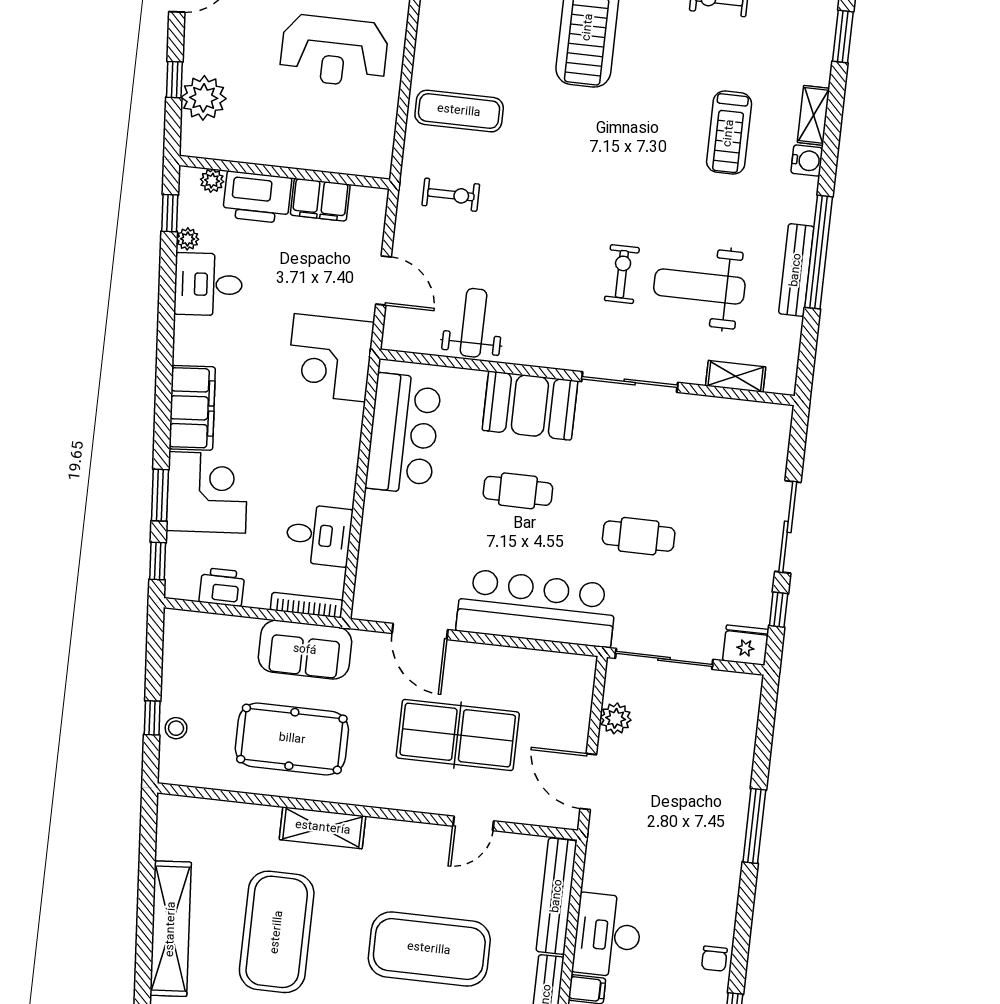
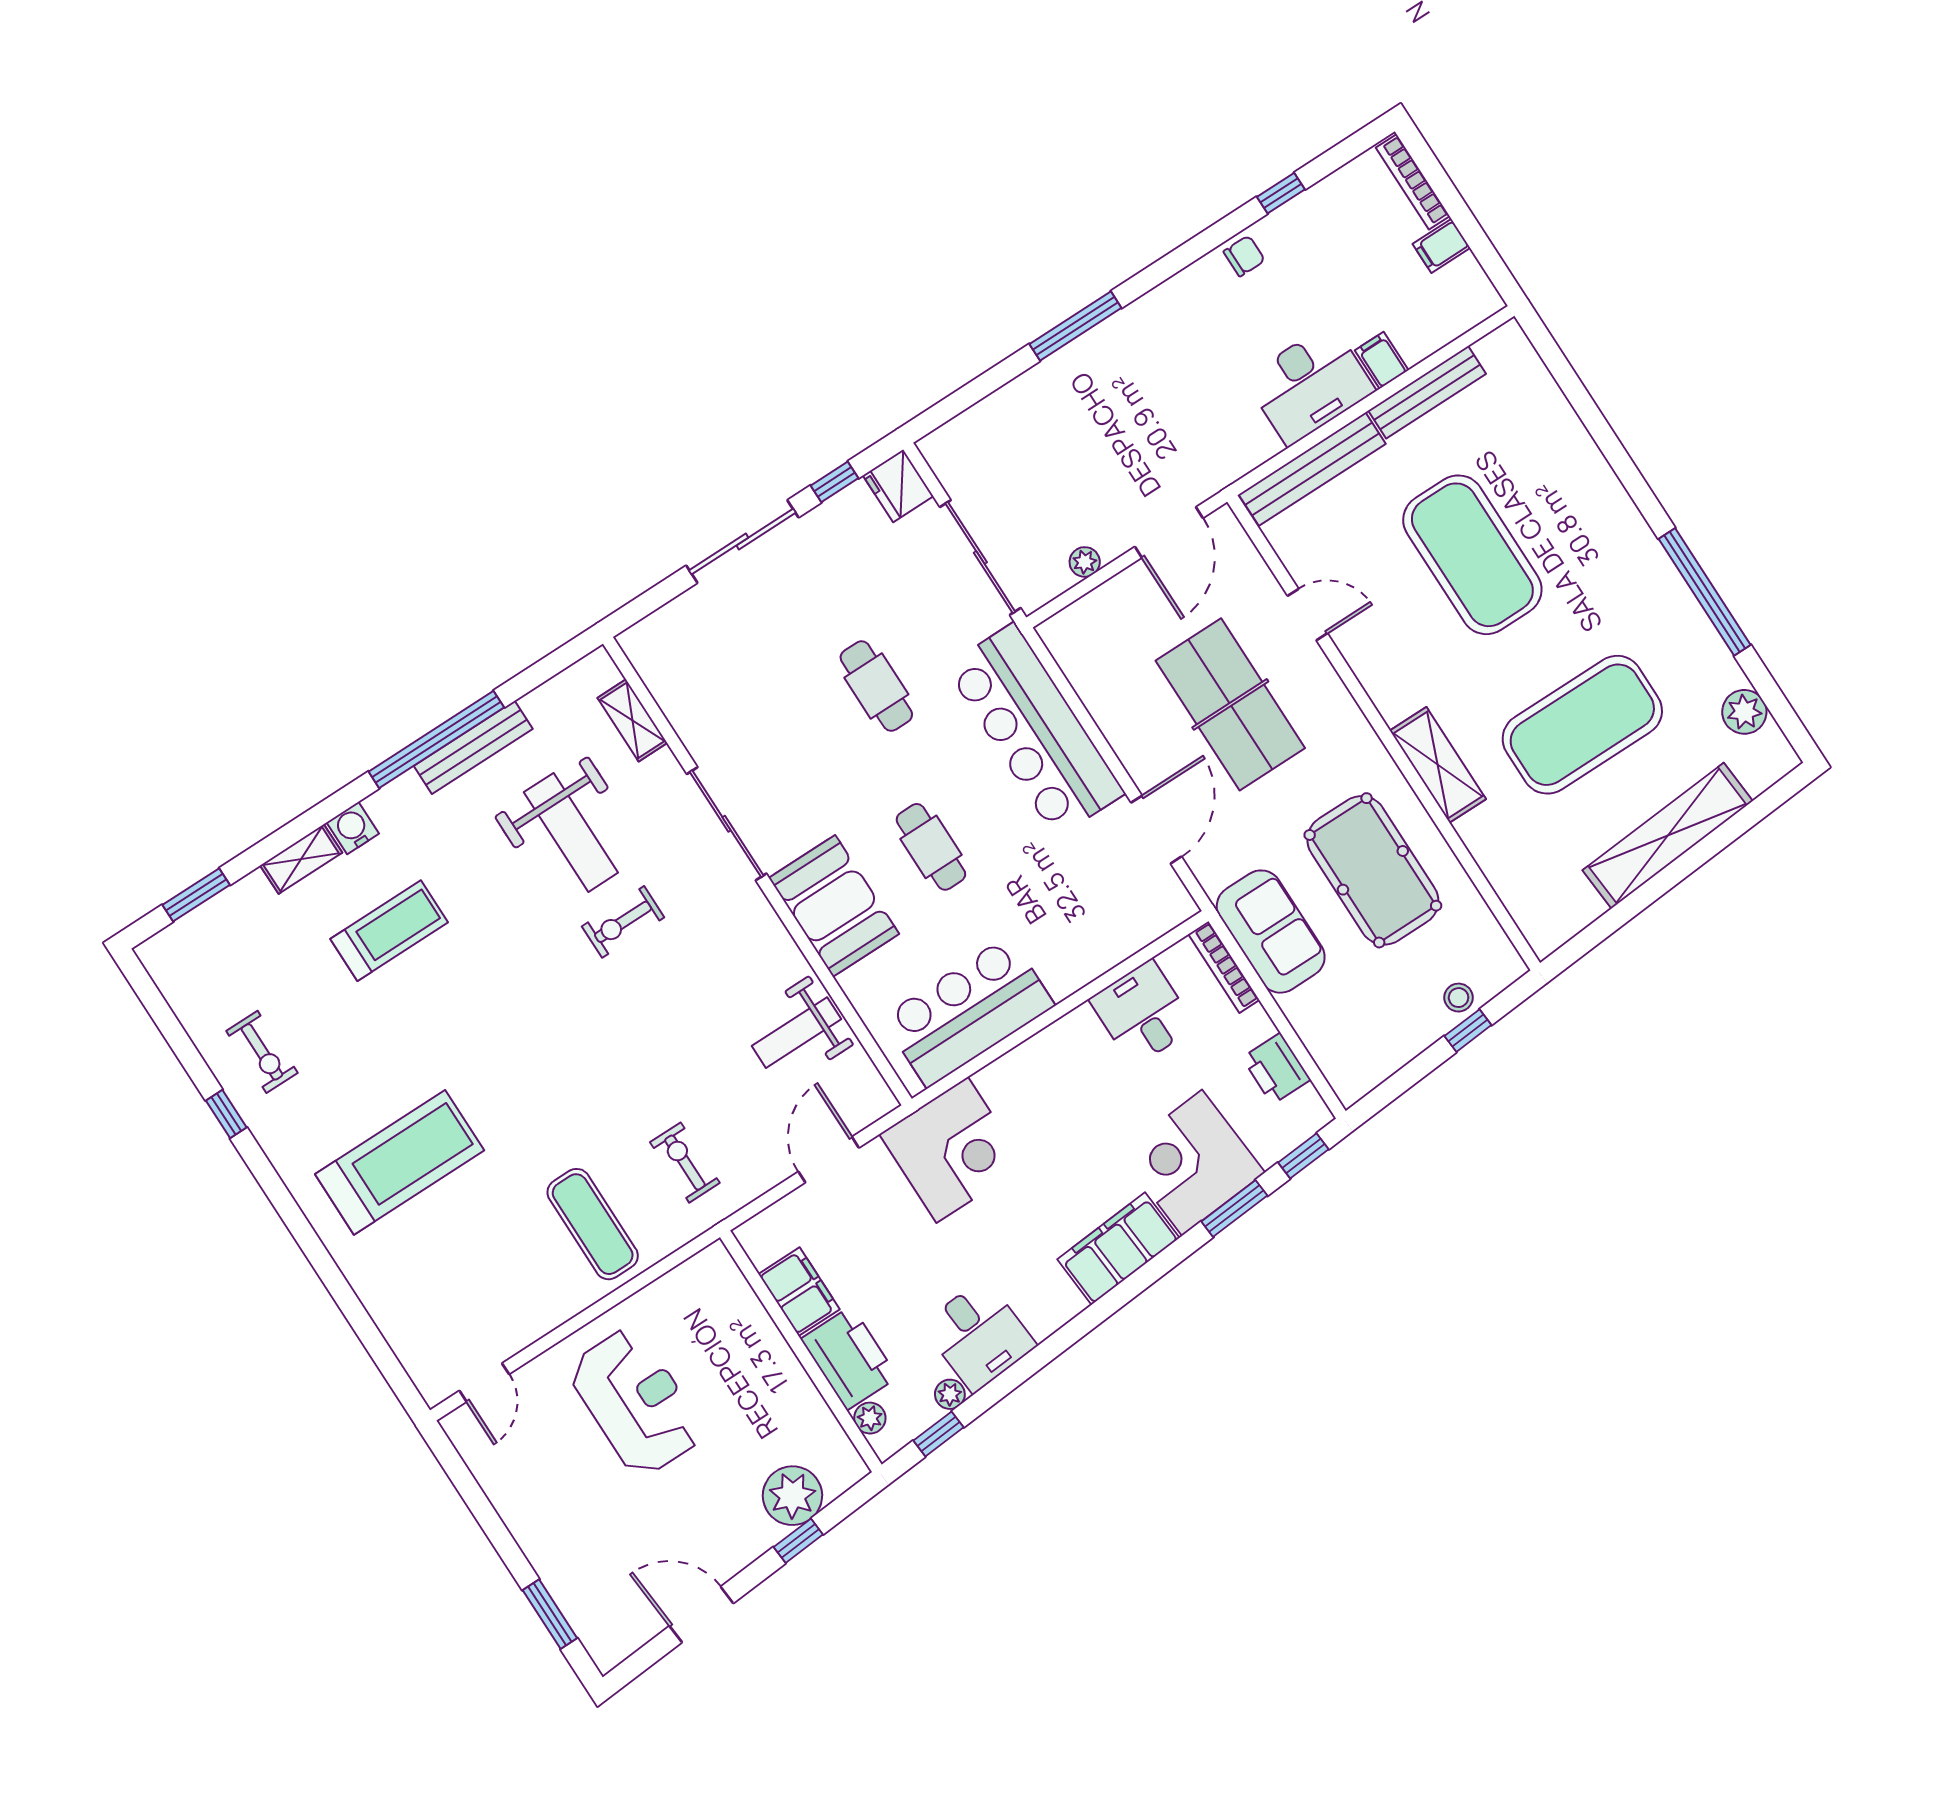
plant: (616, 718) -> (1085, 562), width x0.73, depth x0.73

